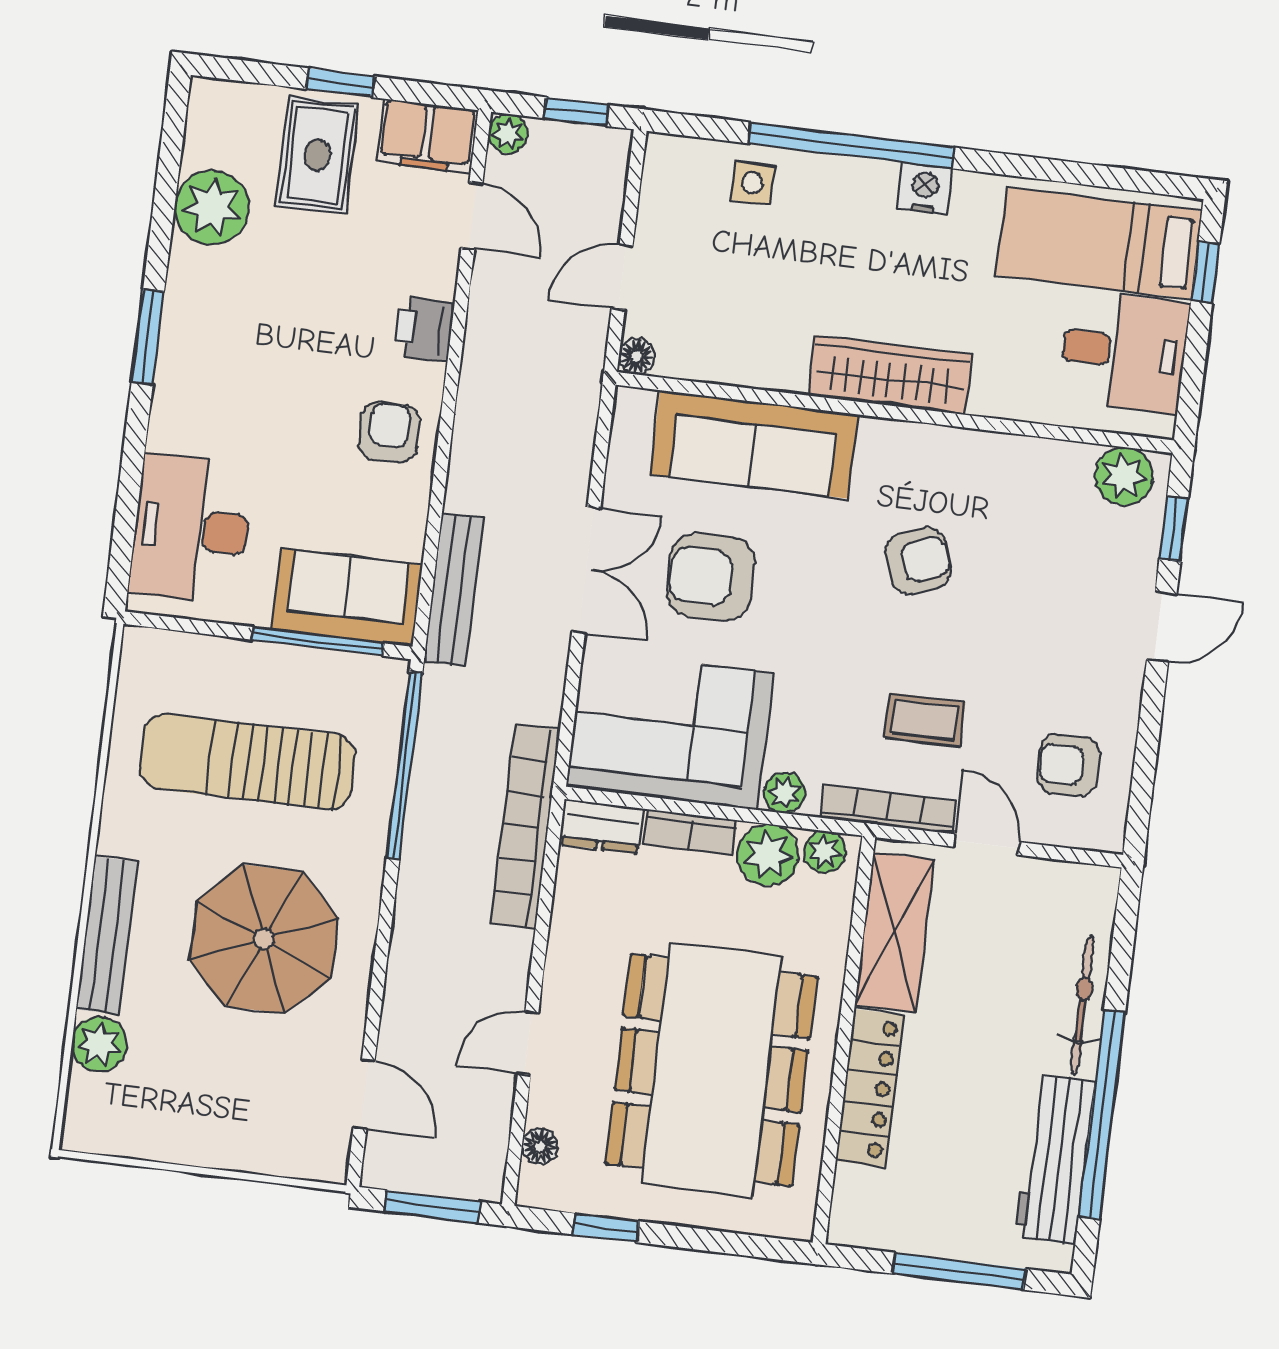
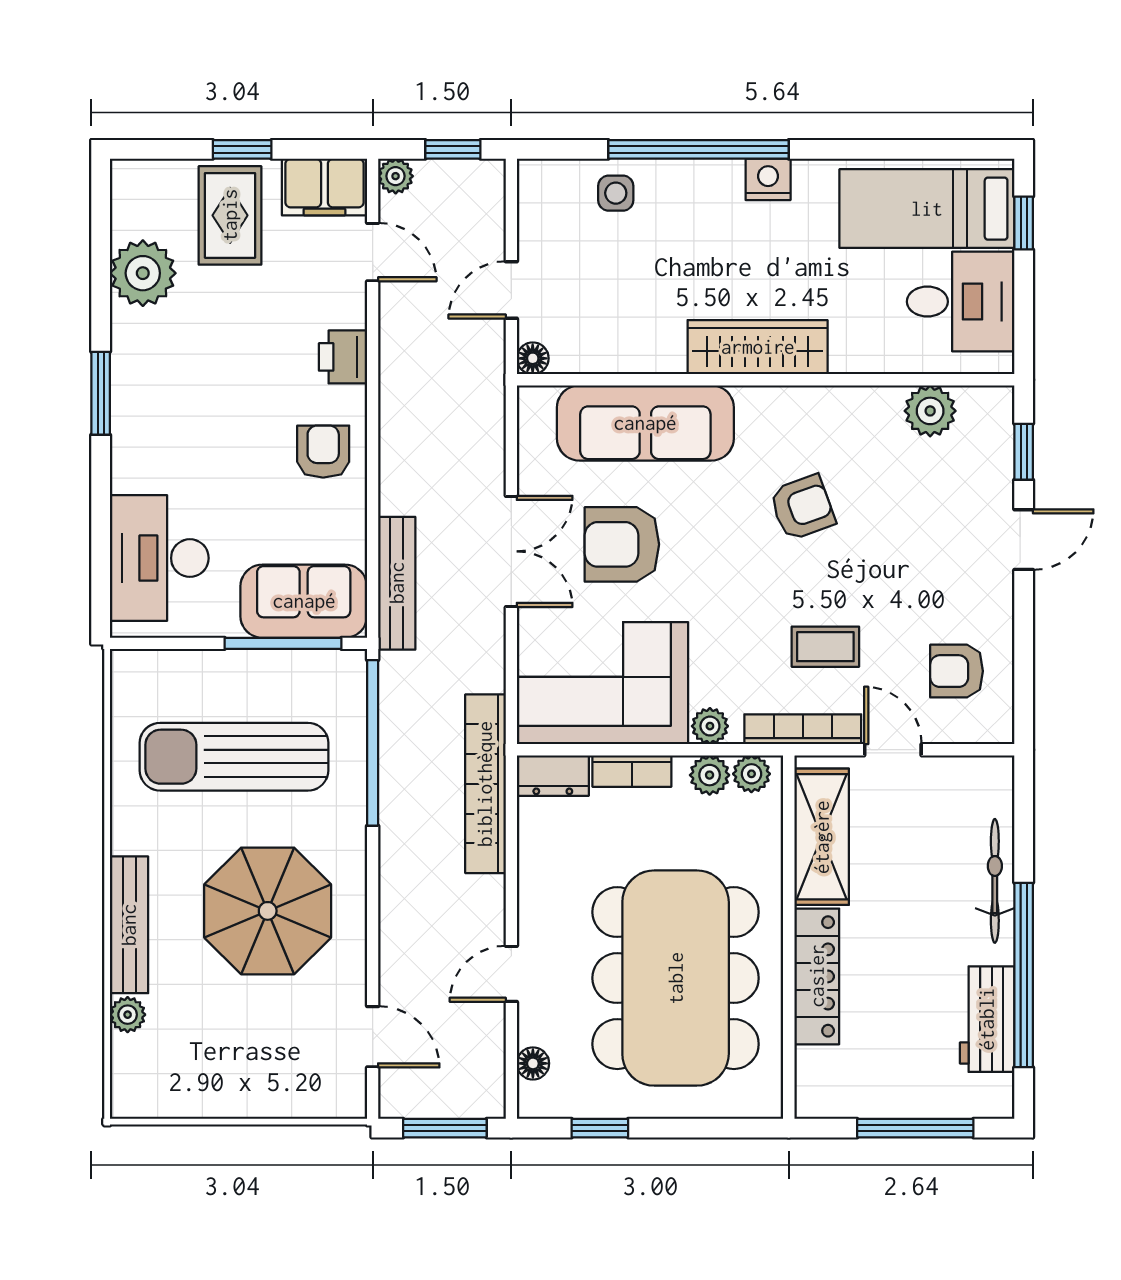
plant: (1124, 476) -> (930, 411), moved
plant: (768, 855) -> (710, 775), width x0.73, depth x0.73
plant: (99, 1044) -> (128, 1015), width x0.73, depth x0.73
workbench: (1055, 1159) -> (987, 1019), width x0.73

